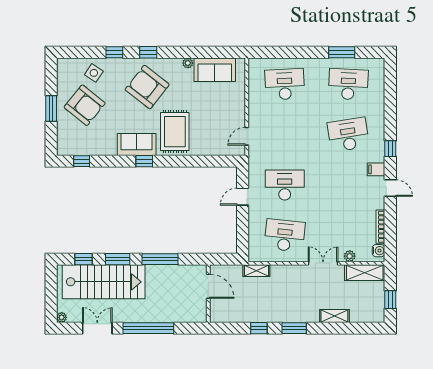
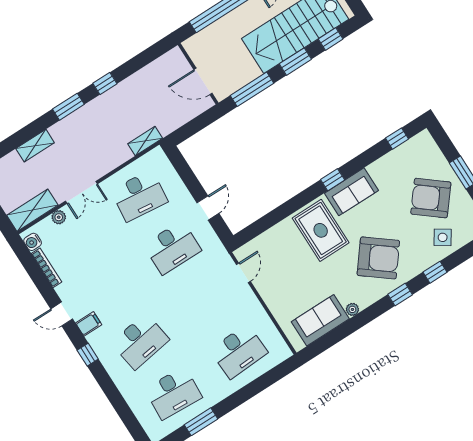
door: (208, 286) -> (203, 81), moved
wall: (208, 294) -> (198, 74), moved

